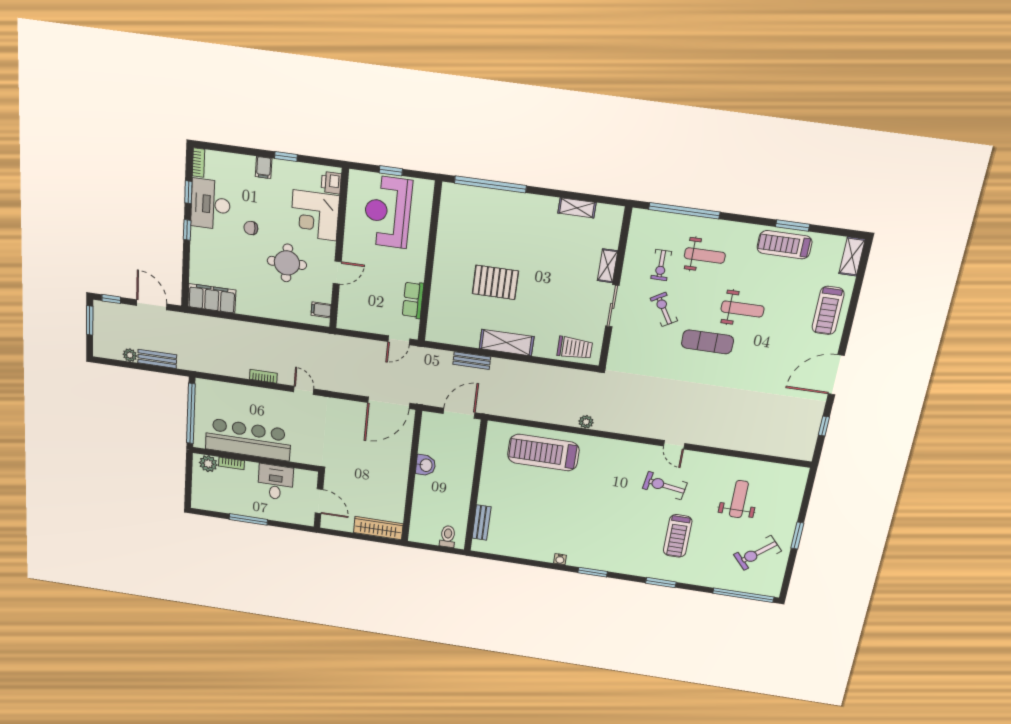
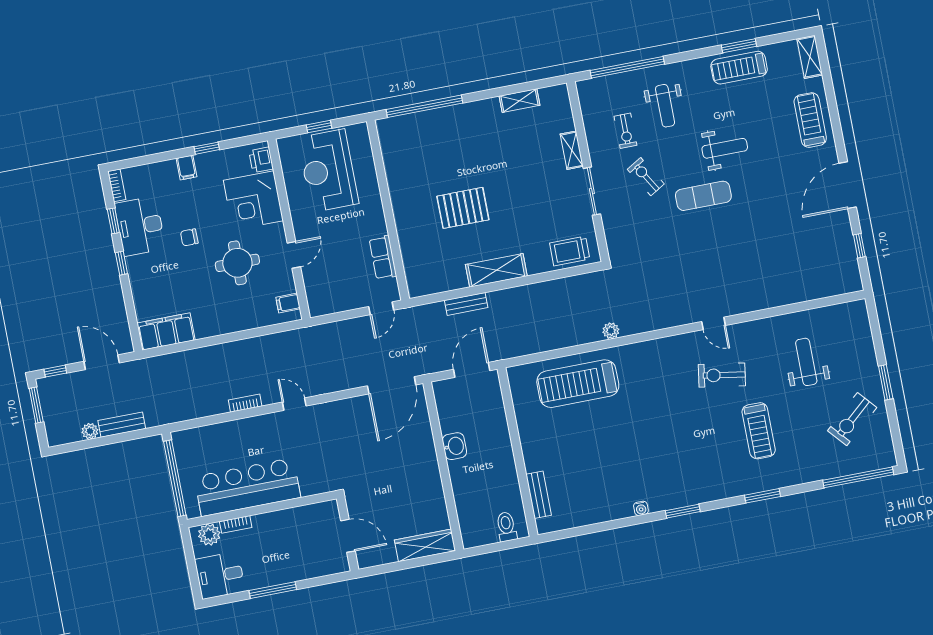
weight bench: (705, 255) -> (665, 106), turned 90
treadmill: (828, 311) -> (810, 120), turned 180
trolley: (575, 348) -> (570, 251), turned 180
desk: (275, 482) -> (220, 575), moved, turned -90

